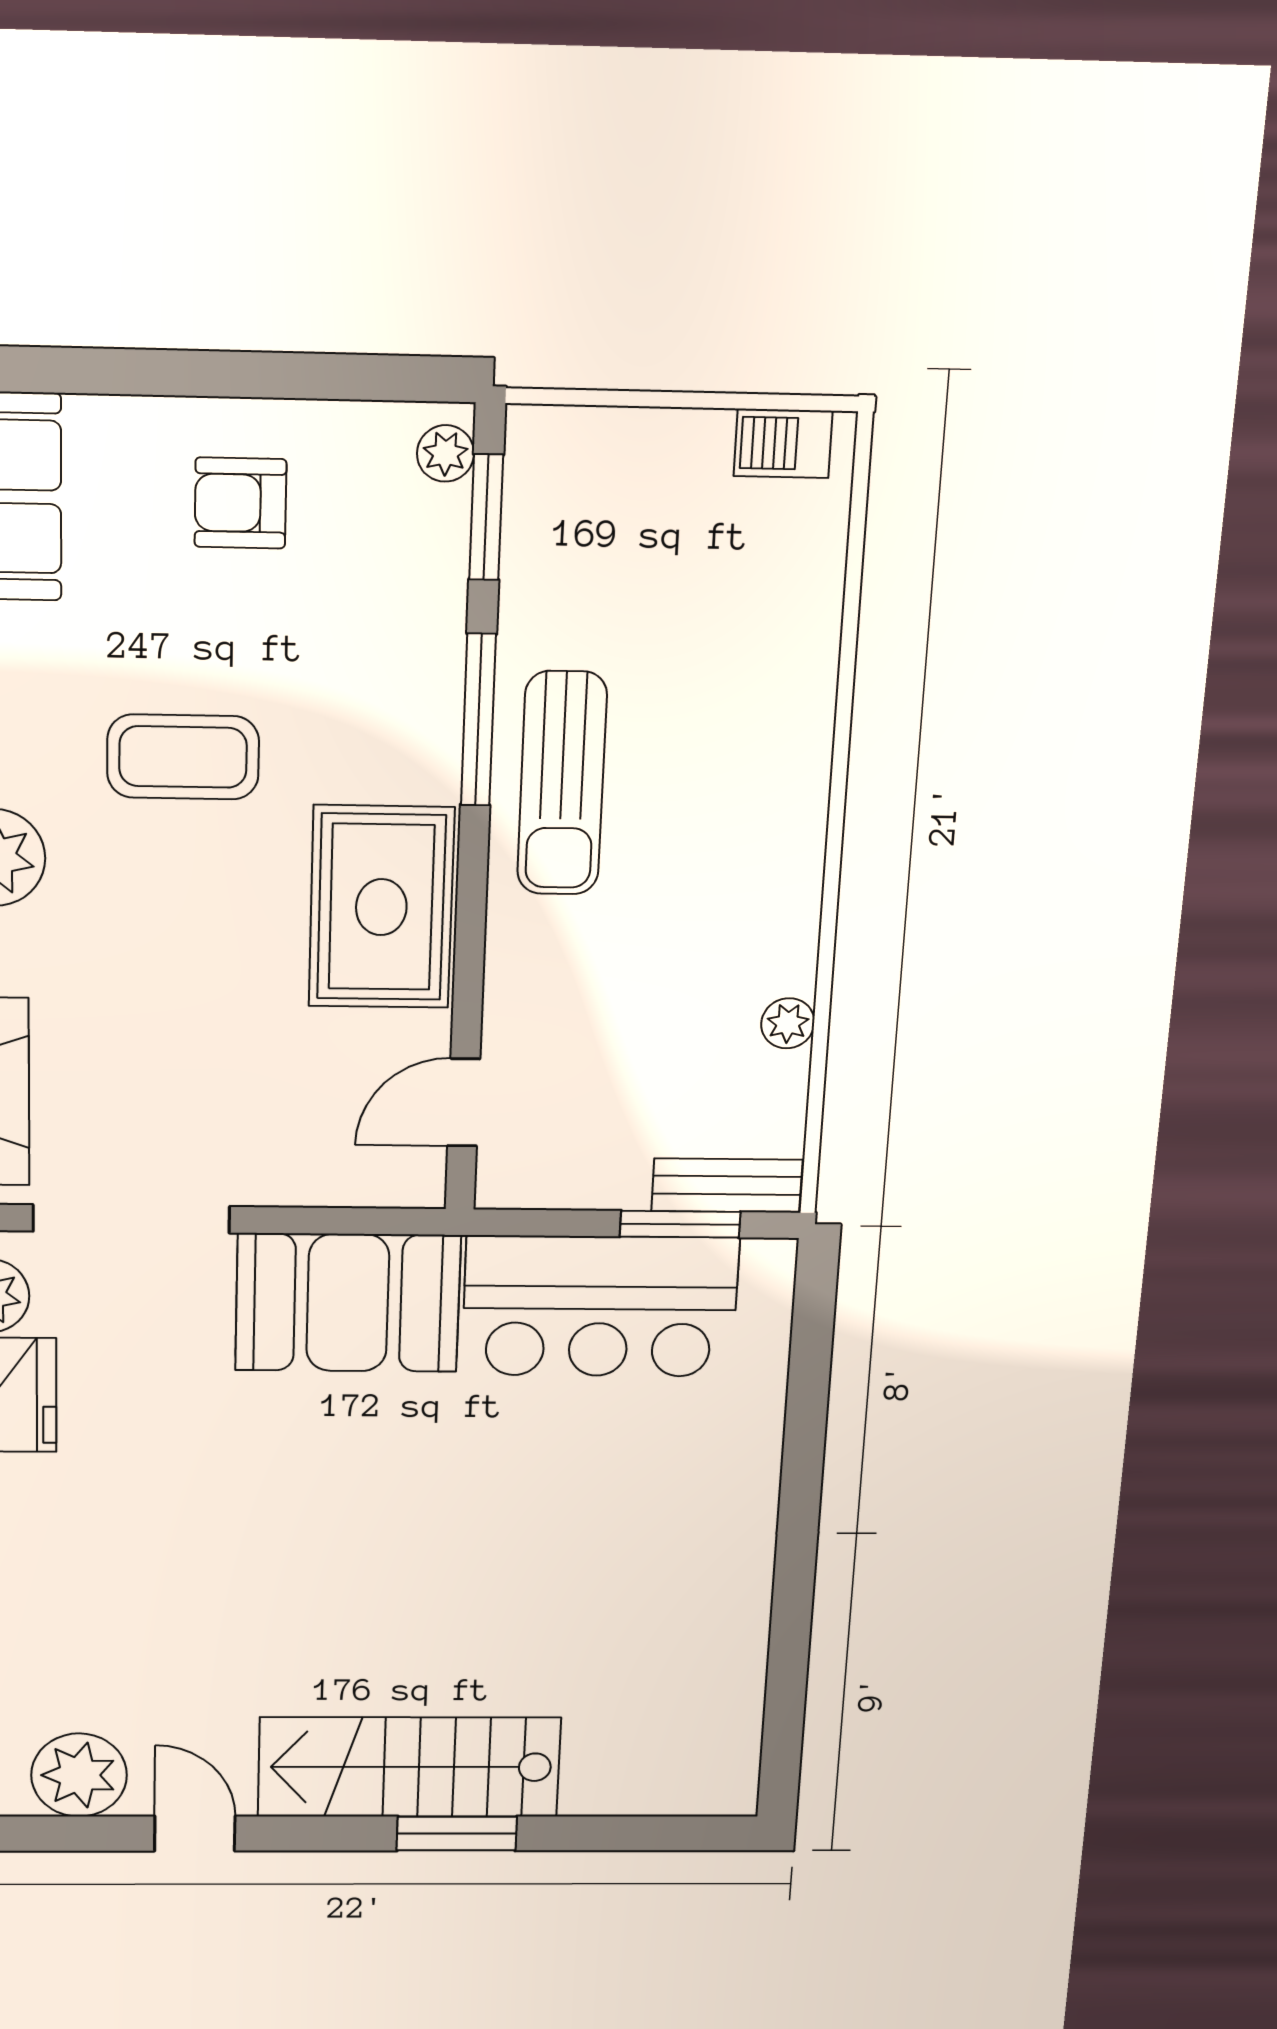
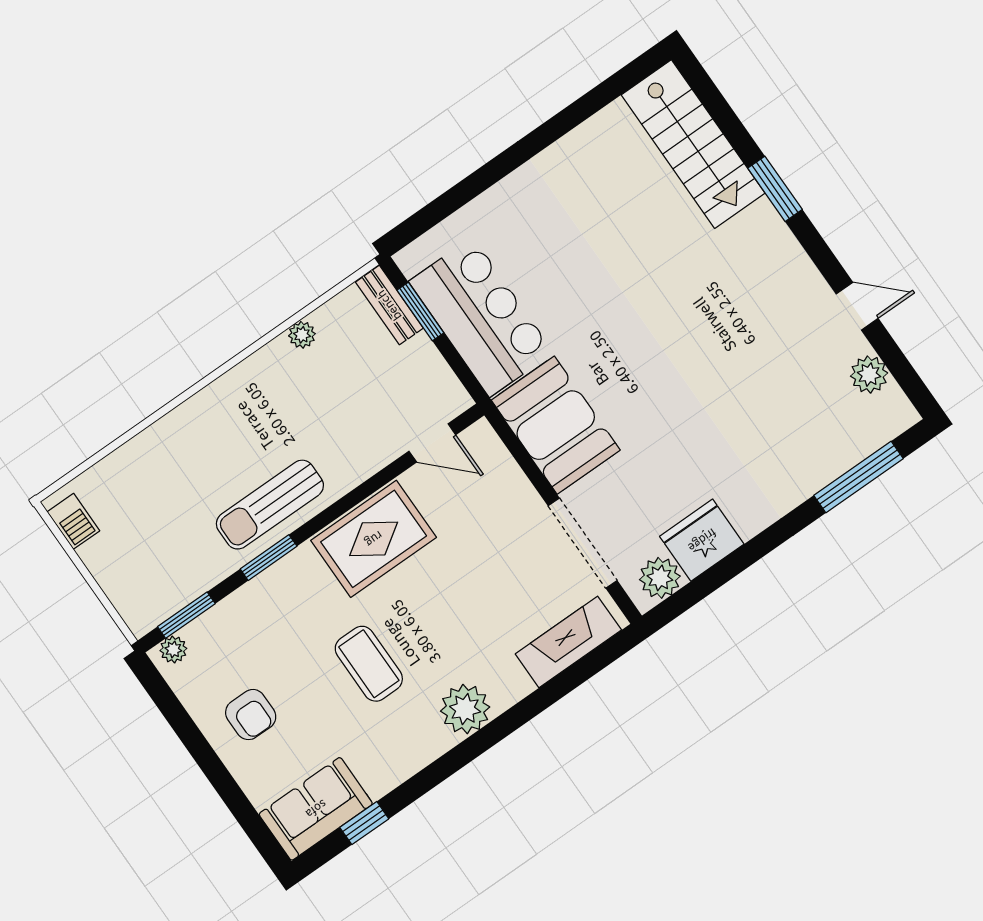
window: (478, 720) -> (269, 558), width x0.69
sun lounger: (562, 784) -> (270, 505), turned 180
stairs: (409, 1767) -> (693, 144), moved
plant: (79, 1775) -> (869, 375), width x0.73, depth x0.73
door: (195, 1834) -> (857, 306), swing flipped

